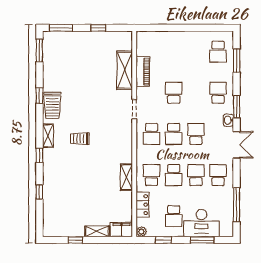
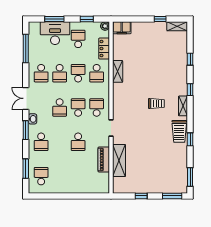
trolley: (52, 105) -> (179, 131), turned 180
shelving: (97, 231) -> (177, 26), moved

